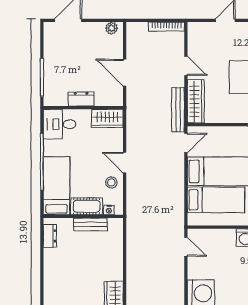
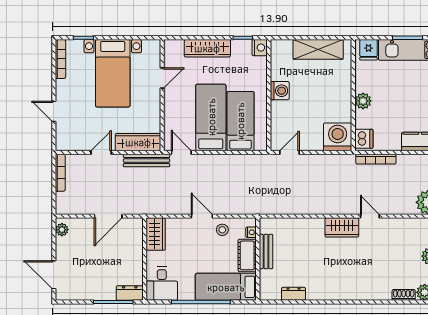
dresser: (81, 99) -> (130, 293), moved, turned 90
door: (125, 163) -> (202, 216), swing flipped
dresser: (50, 236) -> (294, 294), moved

